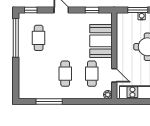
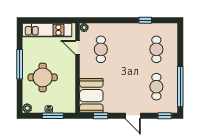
booth: (101, 41) -> (91, 96), moved
cafe table: (65, 74) -> (156, 49), moved
window: (49, 101) -> (145, 20), width x0.46

